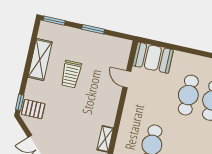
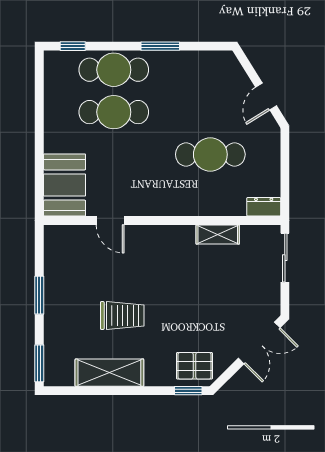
door: (127, 79) -> (110, 221), hinge flipped
pallet: (33, 109) -> (194, 366), turned 90

